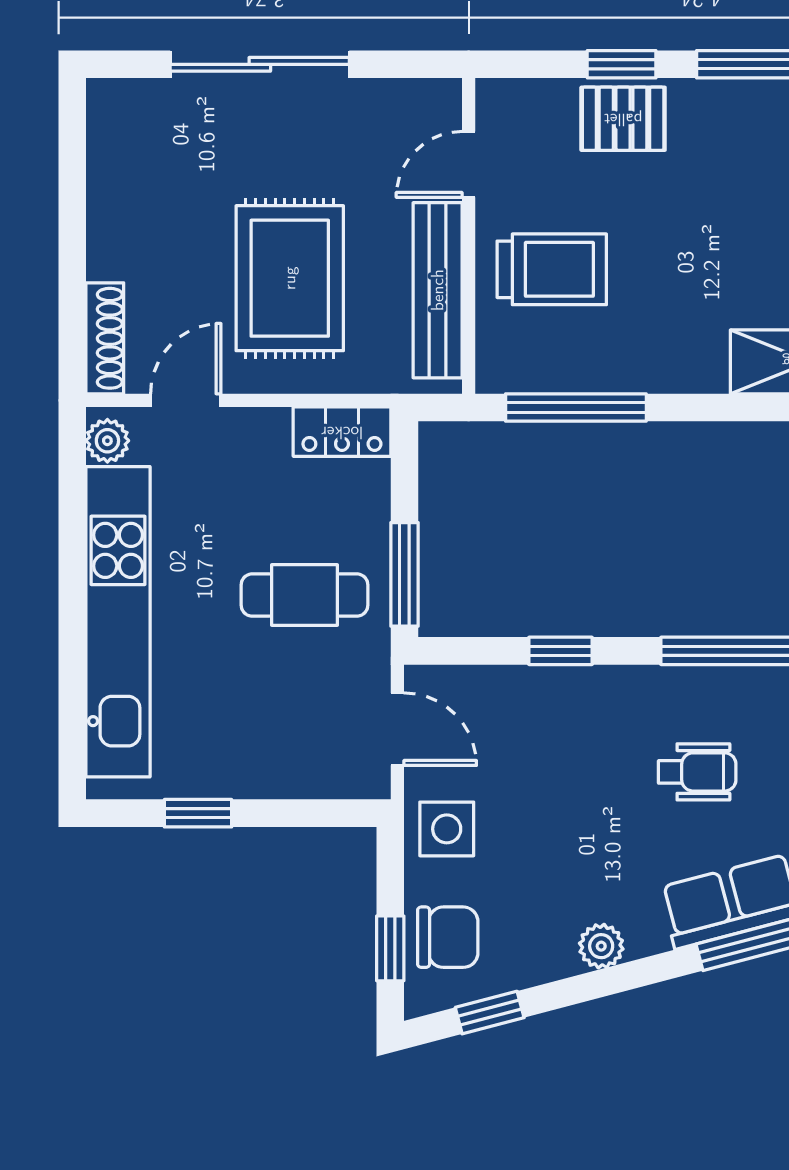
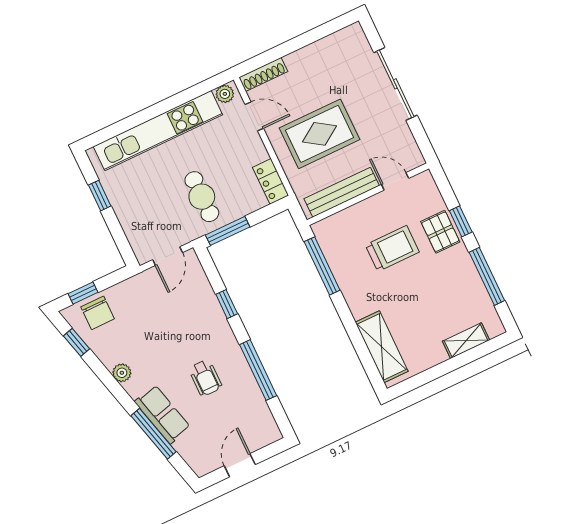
trolley: (552, 269) -> (392, 248), moved, turned -90
side table: (447, 829) -> (139, 293), removed

